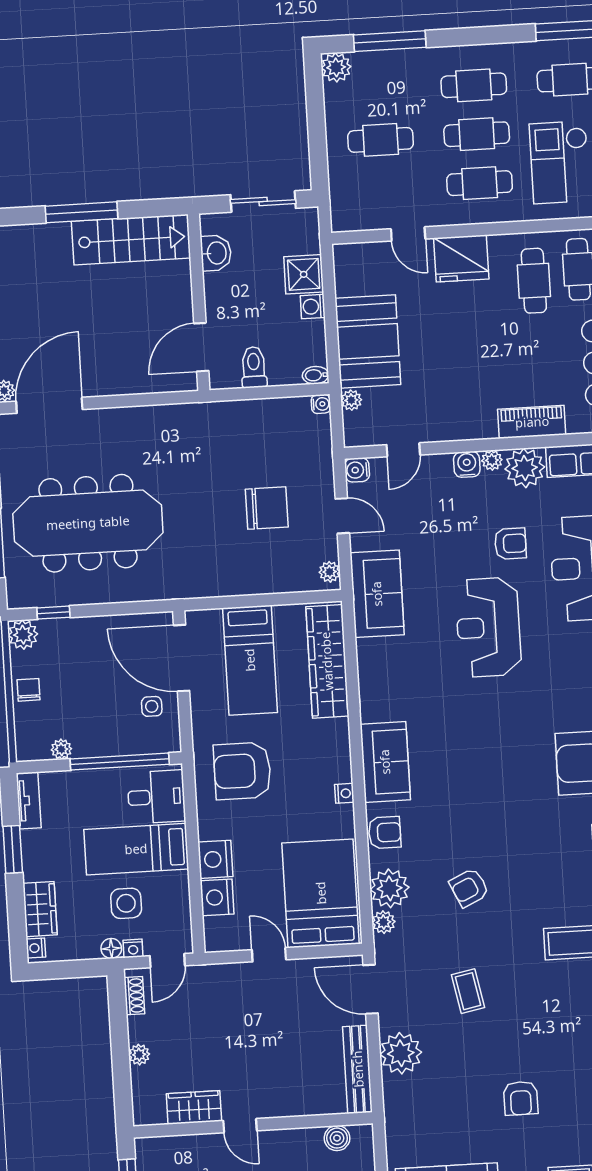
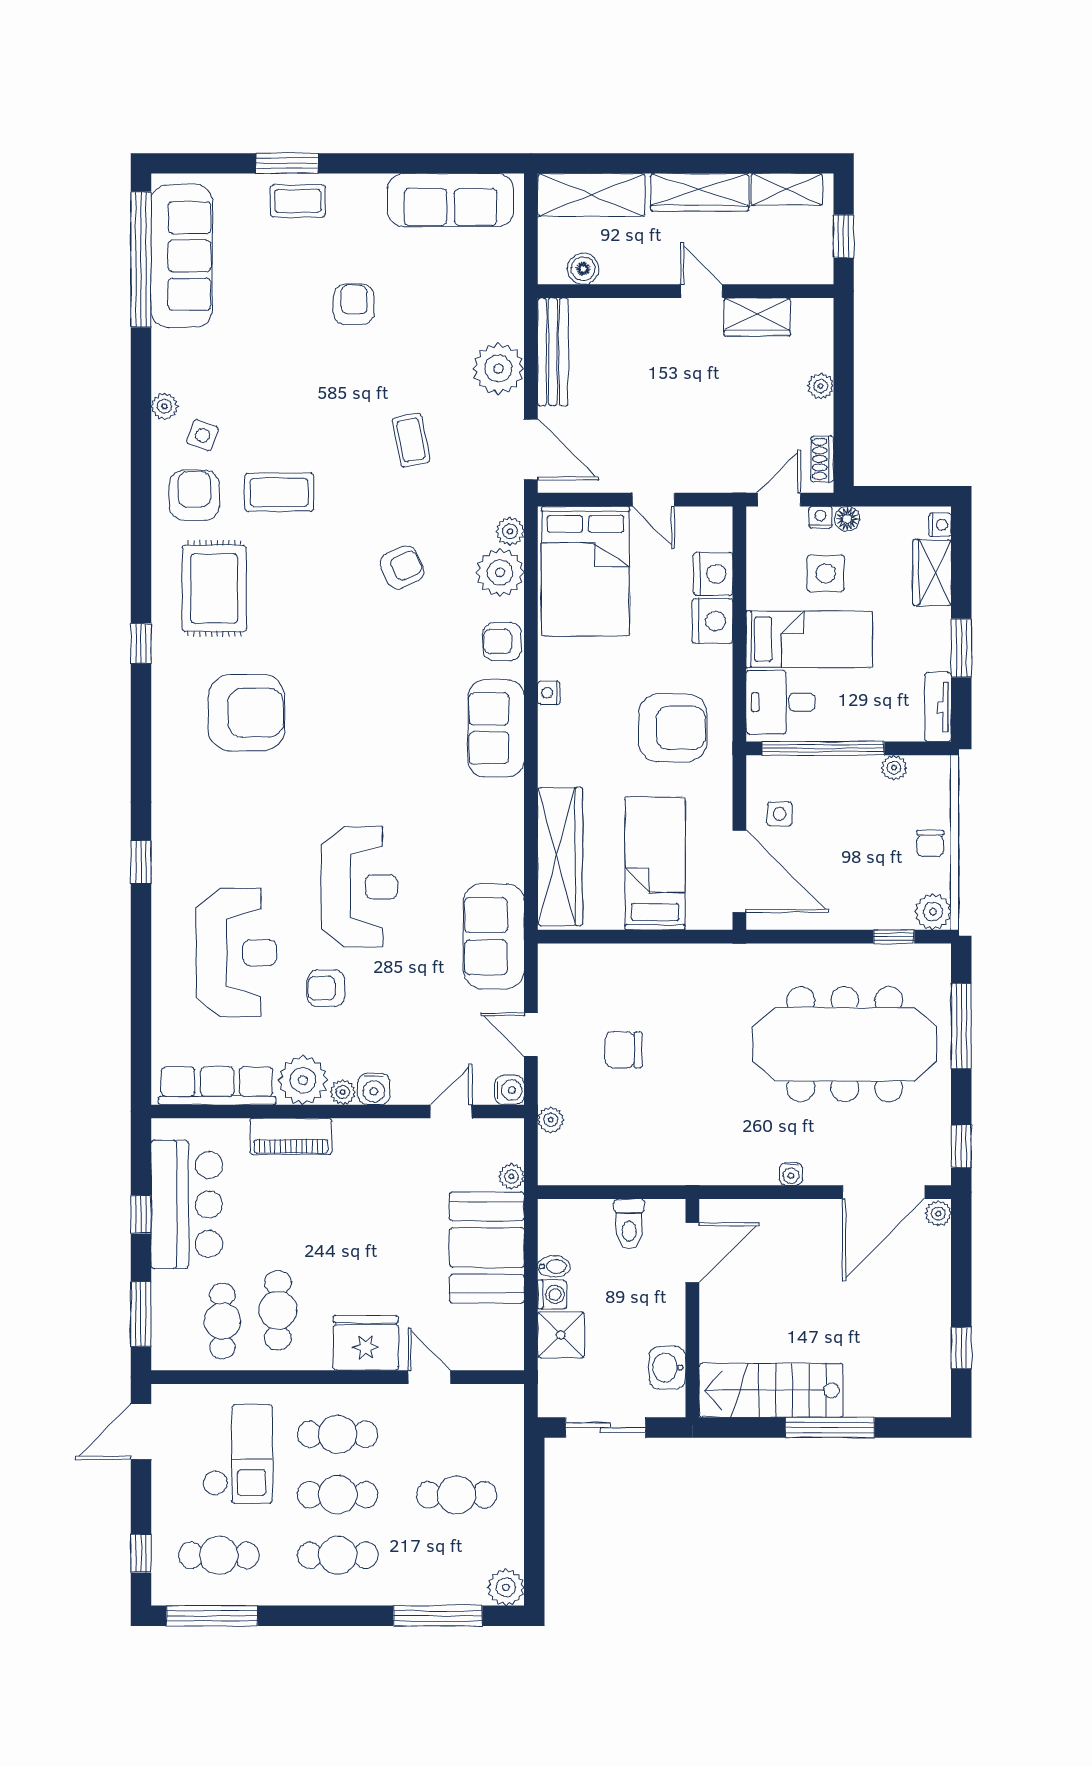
bidet: (315, 375) -> (554, 1266), moved
water cooler: (321, 404) -> (791, 1174), moved, turned -90
chair: (267, 508) -> (623, 1050), width x0.73, depth x0.73
plant: (330, 572) -> (551, 1120), moved

